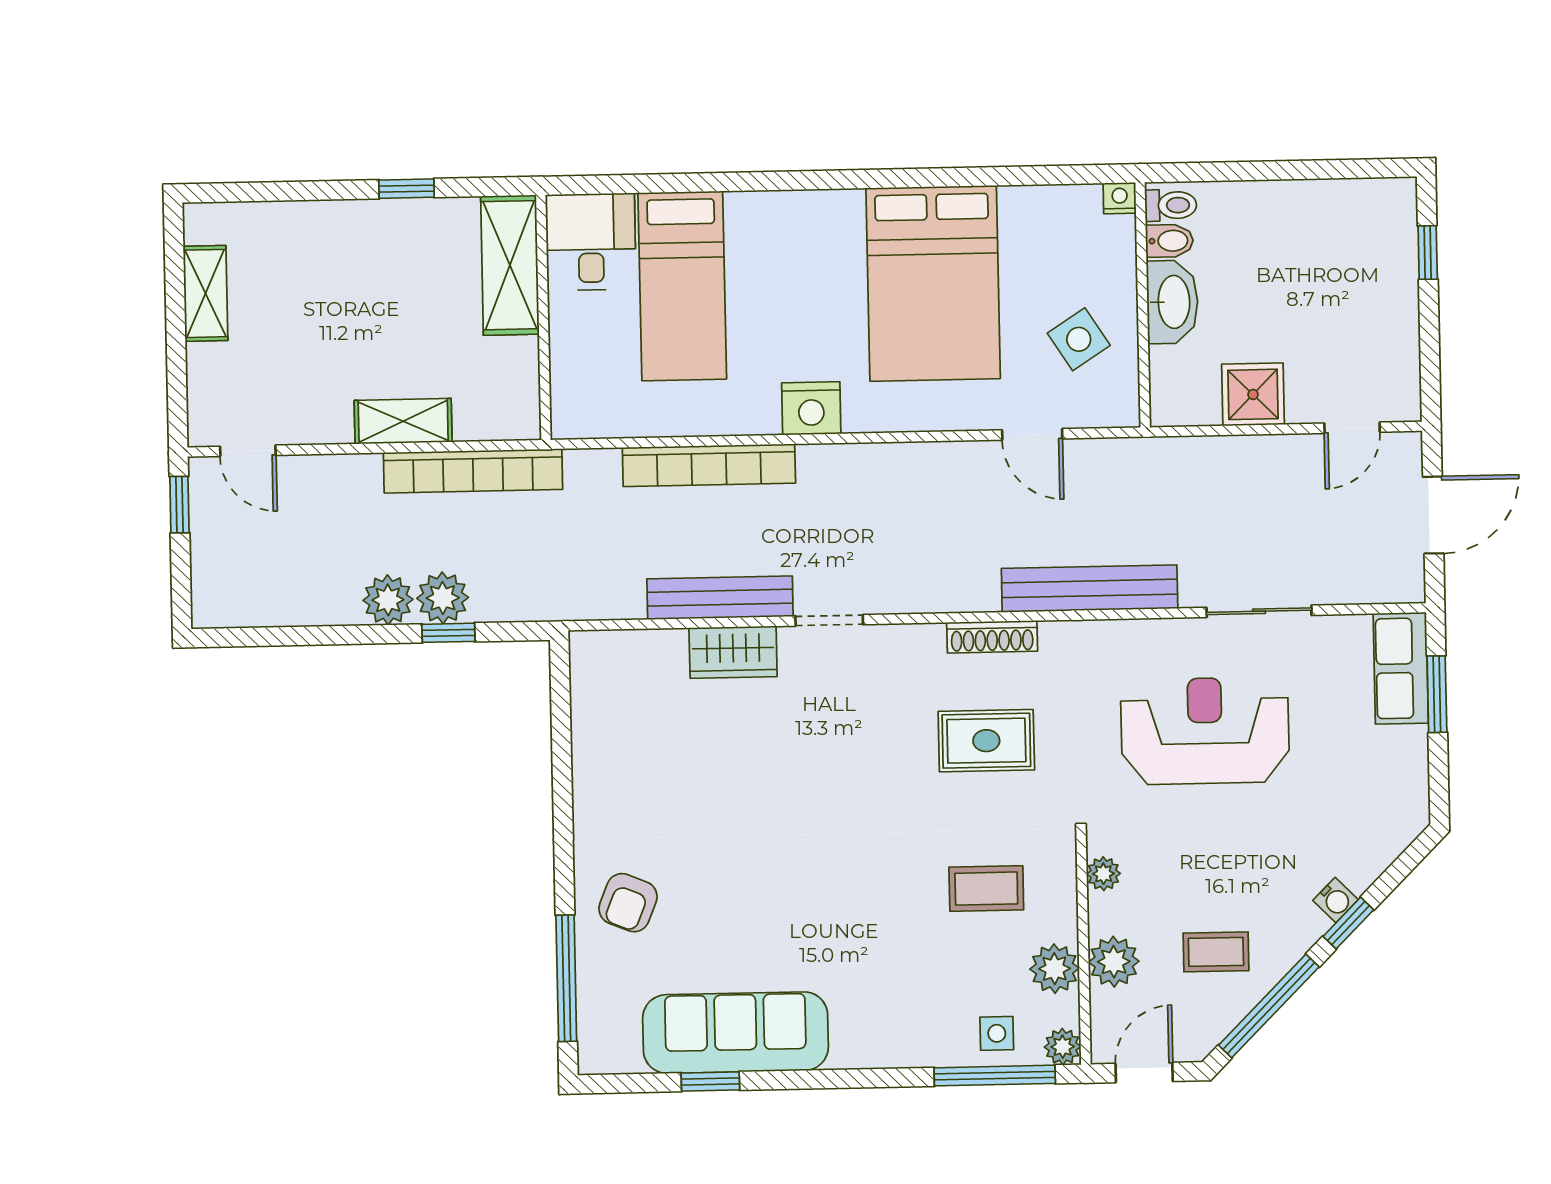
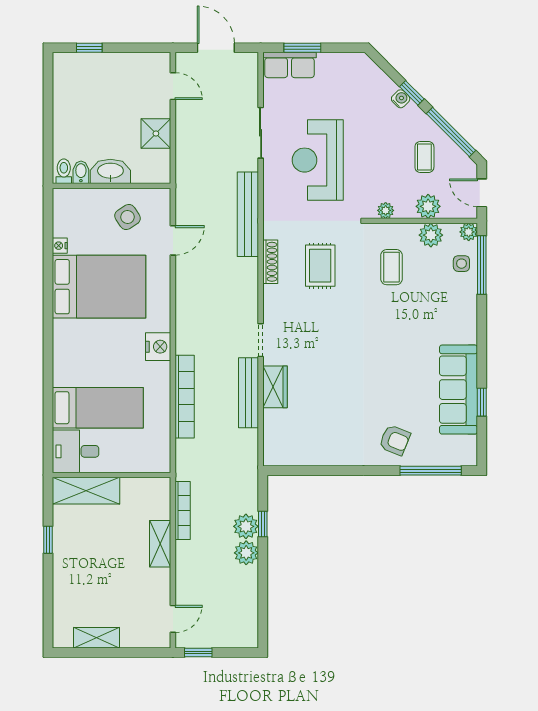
nightstand: (1120, 198) -> (60, 246), moved
bookcase: (473, 471) -> (183, 511), width x0.68, depth x0.76

